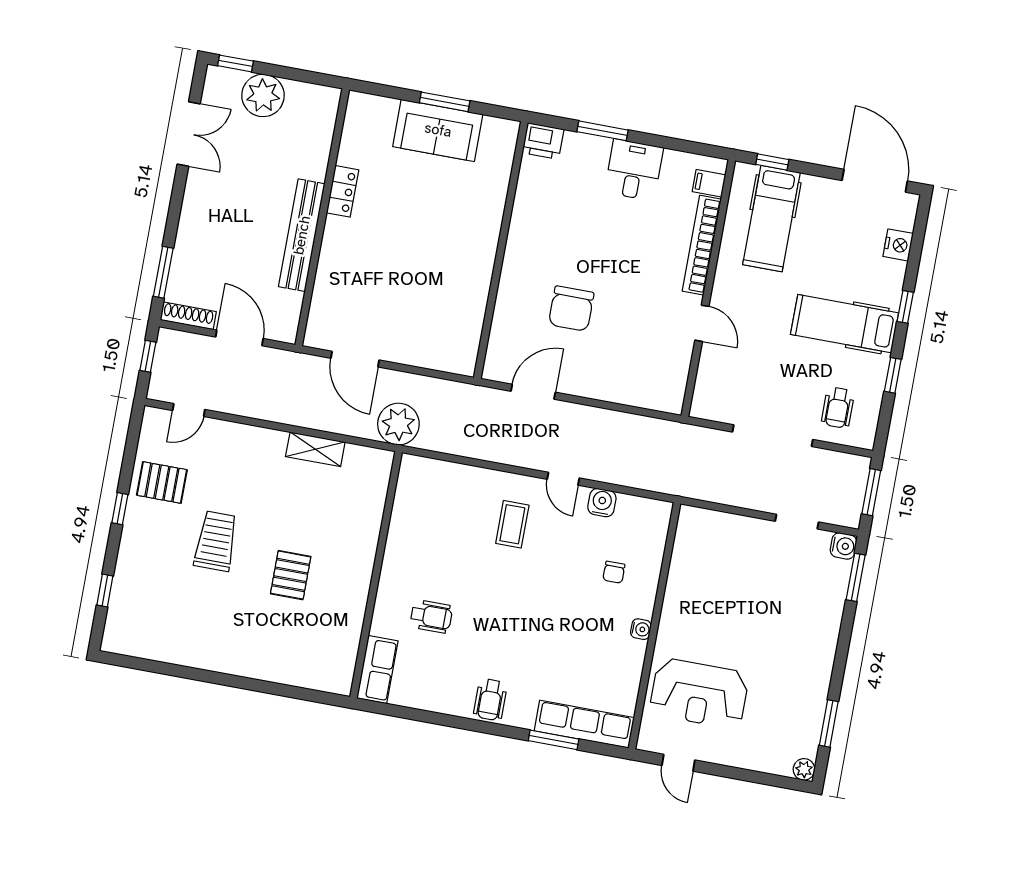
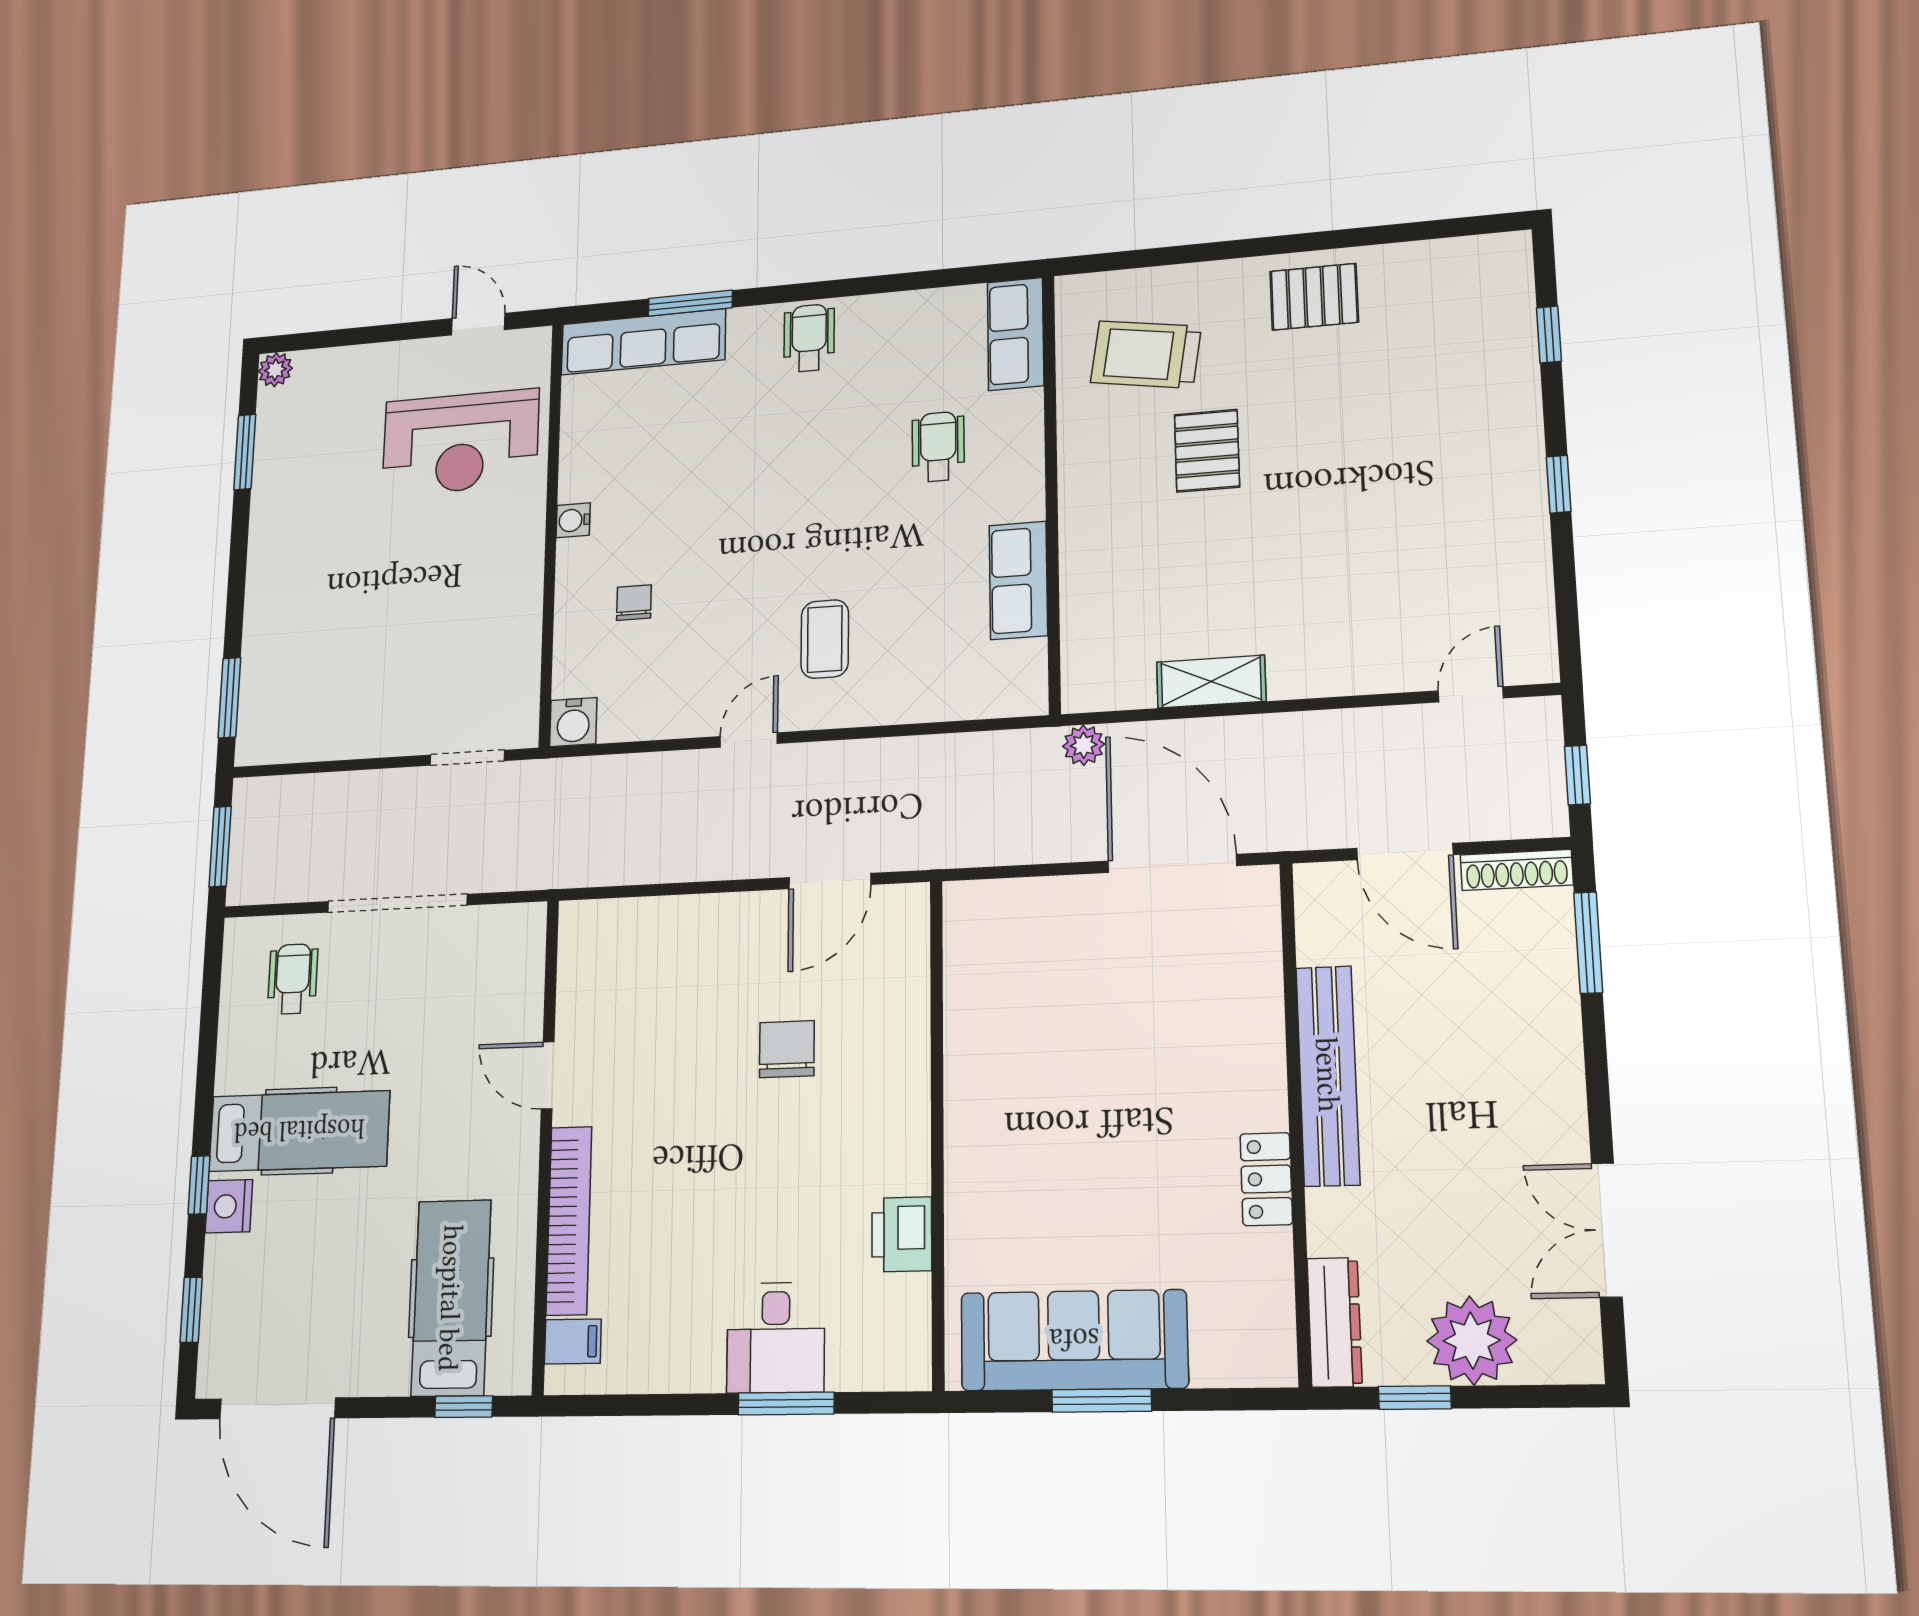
window: (235, 63) -> (1415, 1398), moved
dresser: (325, 117) -> (1334, 1322), added
sofa: (438, 130) -> (1074, 1340), width x1.36
printer: (543, 141) -> (902, 1234), moved, turned -90
desk: (634, 170) -> (776, 1338), moved
nightstand: (898, 245) -> (229, 1206), moved
chair: (571, 309) -> (787, 1049), width x0.73, depth x0.73
door: (355, 359) -> (1172, 863), width x1.36
window: (893, 375) -> (191, 1310), moved
plant: (398, 424) -> (1084, 745), width x0.53, depth x0.53
door: (563, 479) -> (749, 740), hinge flipped
pallet: (162, 482) -> (1314, 297), moved
water cooler: (602, 503) -> (573, 722), moved
doorway: (797, 522) -> (467, 758), moved
row of seats: (403, 530) -> (1018, 580), added
trolley: (216, 541) -> (1146, 355), moved, turned 99
water cooler: (843, 546) -> (255, 744), removed
wheelchair: (431, 616) -> (938, 447), turned 90
reception desk: (699, 693) -> (460, 442), turned 180

